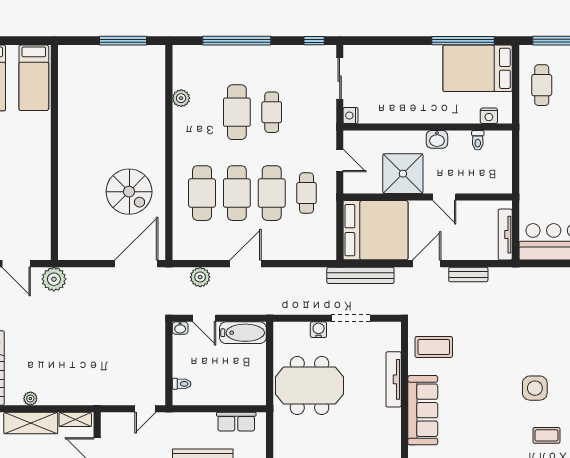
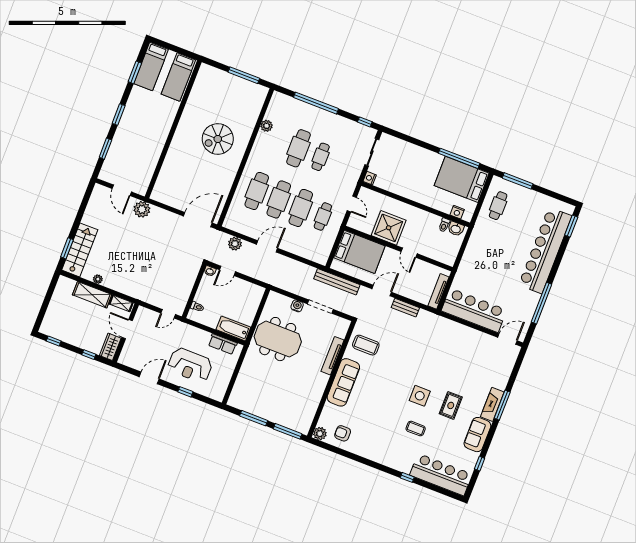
washbasin: (437, 139) -> (456, 229), moved
spiral stairs: (129, 192) -> (218, 139), moved, turned 90
bed: (375, 230) -> (359, 252), width x0.73
door: (204, 318) -> (227, 271), hinge flipped
bathtub: (243, 333) -> (233, 328), moved, turned 180

